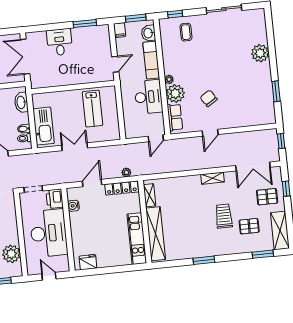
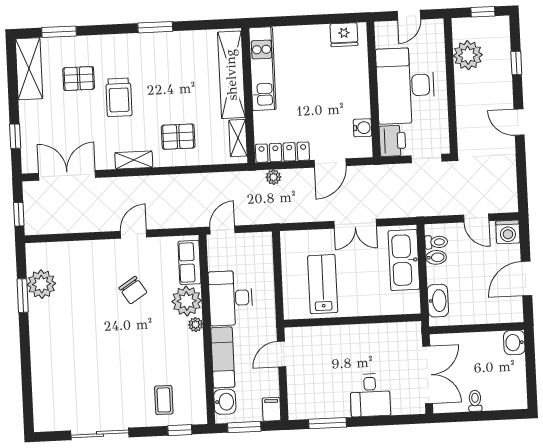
plant: (260, 53) -> (41, 284), moved
pallet: (267, 197) -> (178, 137), moved
door: (49, 276) -> (409, 15), hinge flipped

